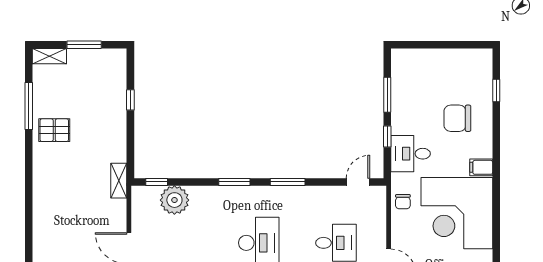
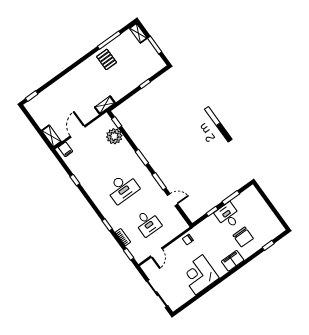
chair: (457, 118) -> (243, 237), turned 180
desk: (410, 154) -> (228, 216), moved
filing cabinet: (481, 167) -> (233, 261), width x2.00
door: (358, 182) -> (173, 200), moved
corner desk: (457, 213) -> (199, 275), width x0.74, depth x0.74

